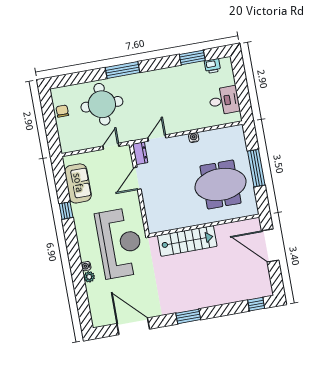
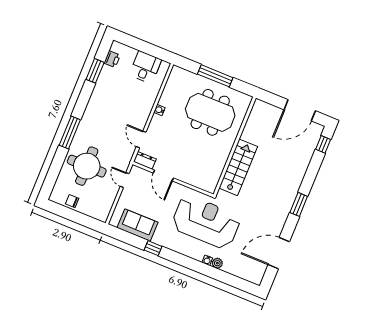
meeting table: (221, 185) -> (210, 112), turned 90
door: (270, 246) -> (300, 110), moved

